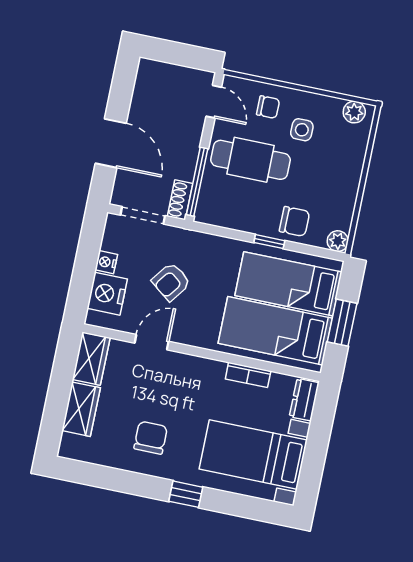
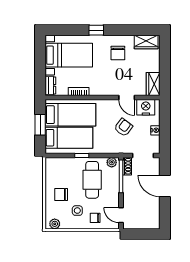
cafe table: (251, 160) -> (92, 180), moved, turned 90
chair: (294, 221) -> (61, 194), moved
plant: (338, 241) -> (112, 162), moved
nightstand: (107, 294) -> (146, 107), moved, turned -90
door: (152, 342) -> (127, 97), hinge flipped
wardrobe: (81, 409) -> (146, 42), moved, turned -90

